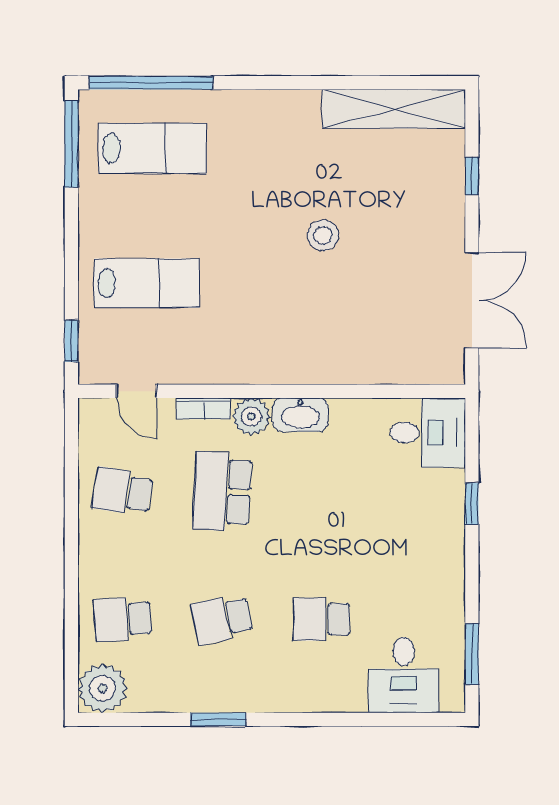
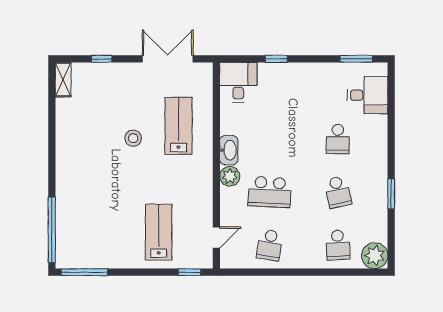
shelving: (394, 109) -> (63, 80), width x0.45, depth x0.75
lab bench: (153, 148) -> (178, 126), moved
bookcase: (203, 409) -> (225, 202), removed

